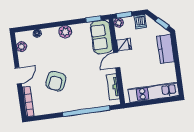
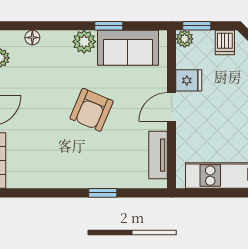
window: (93, 19) -> (109, 26), moved
sofa: (101, 37) -> (128, 48), moved, turned -90
armchair: (56, 81) -> (92, 110), moved
window: (86, 111) -> (103, 193), width x0.32

